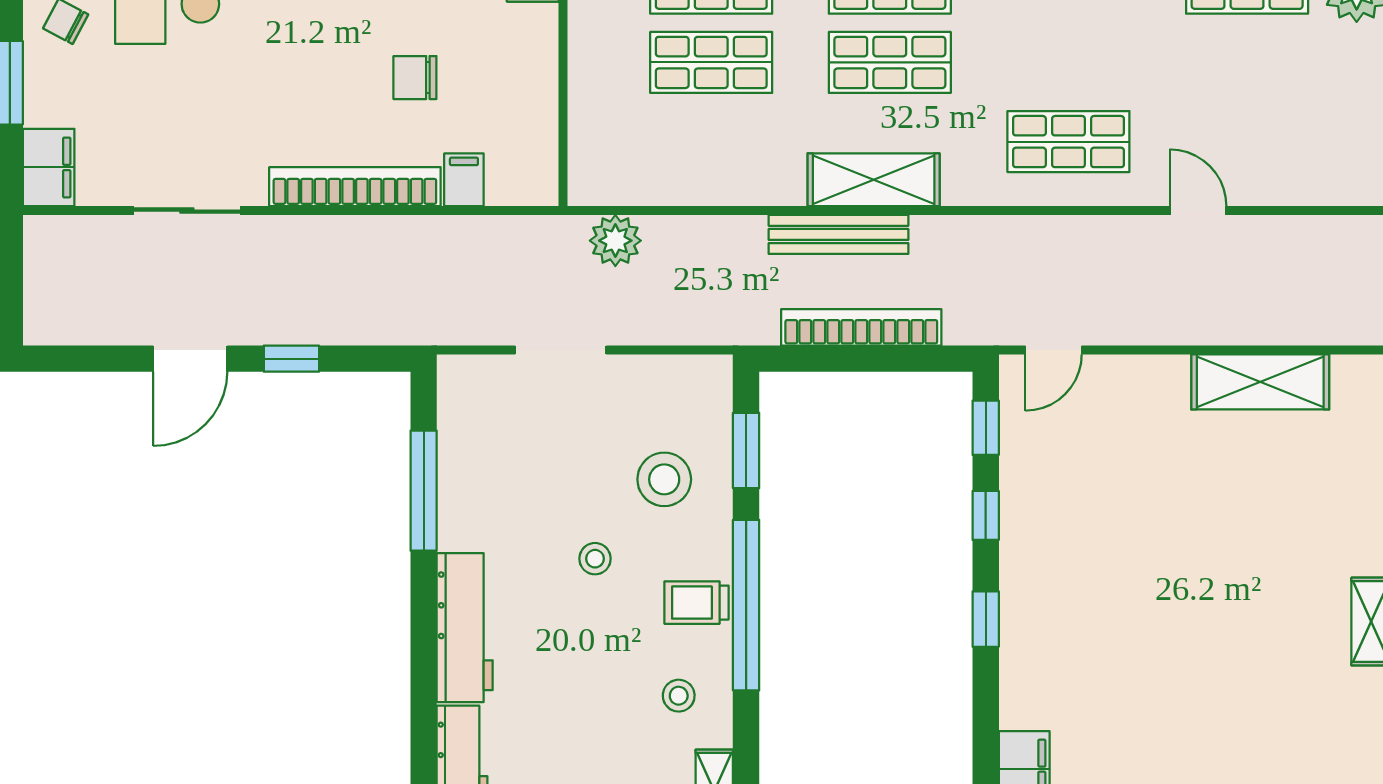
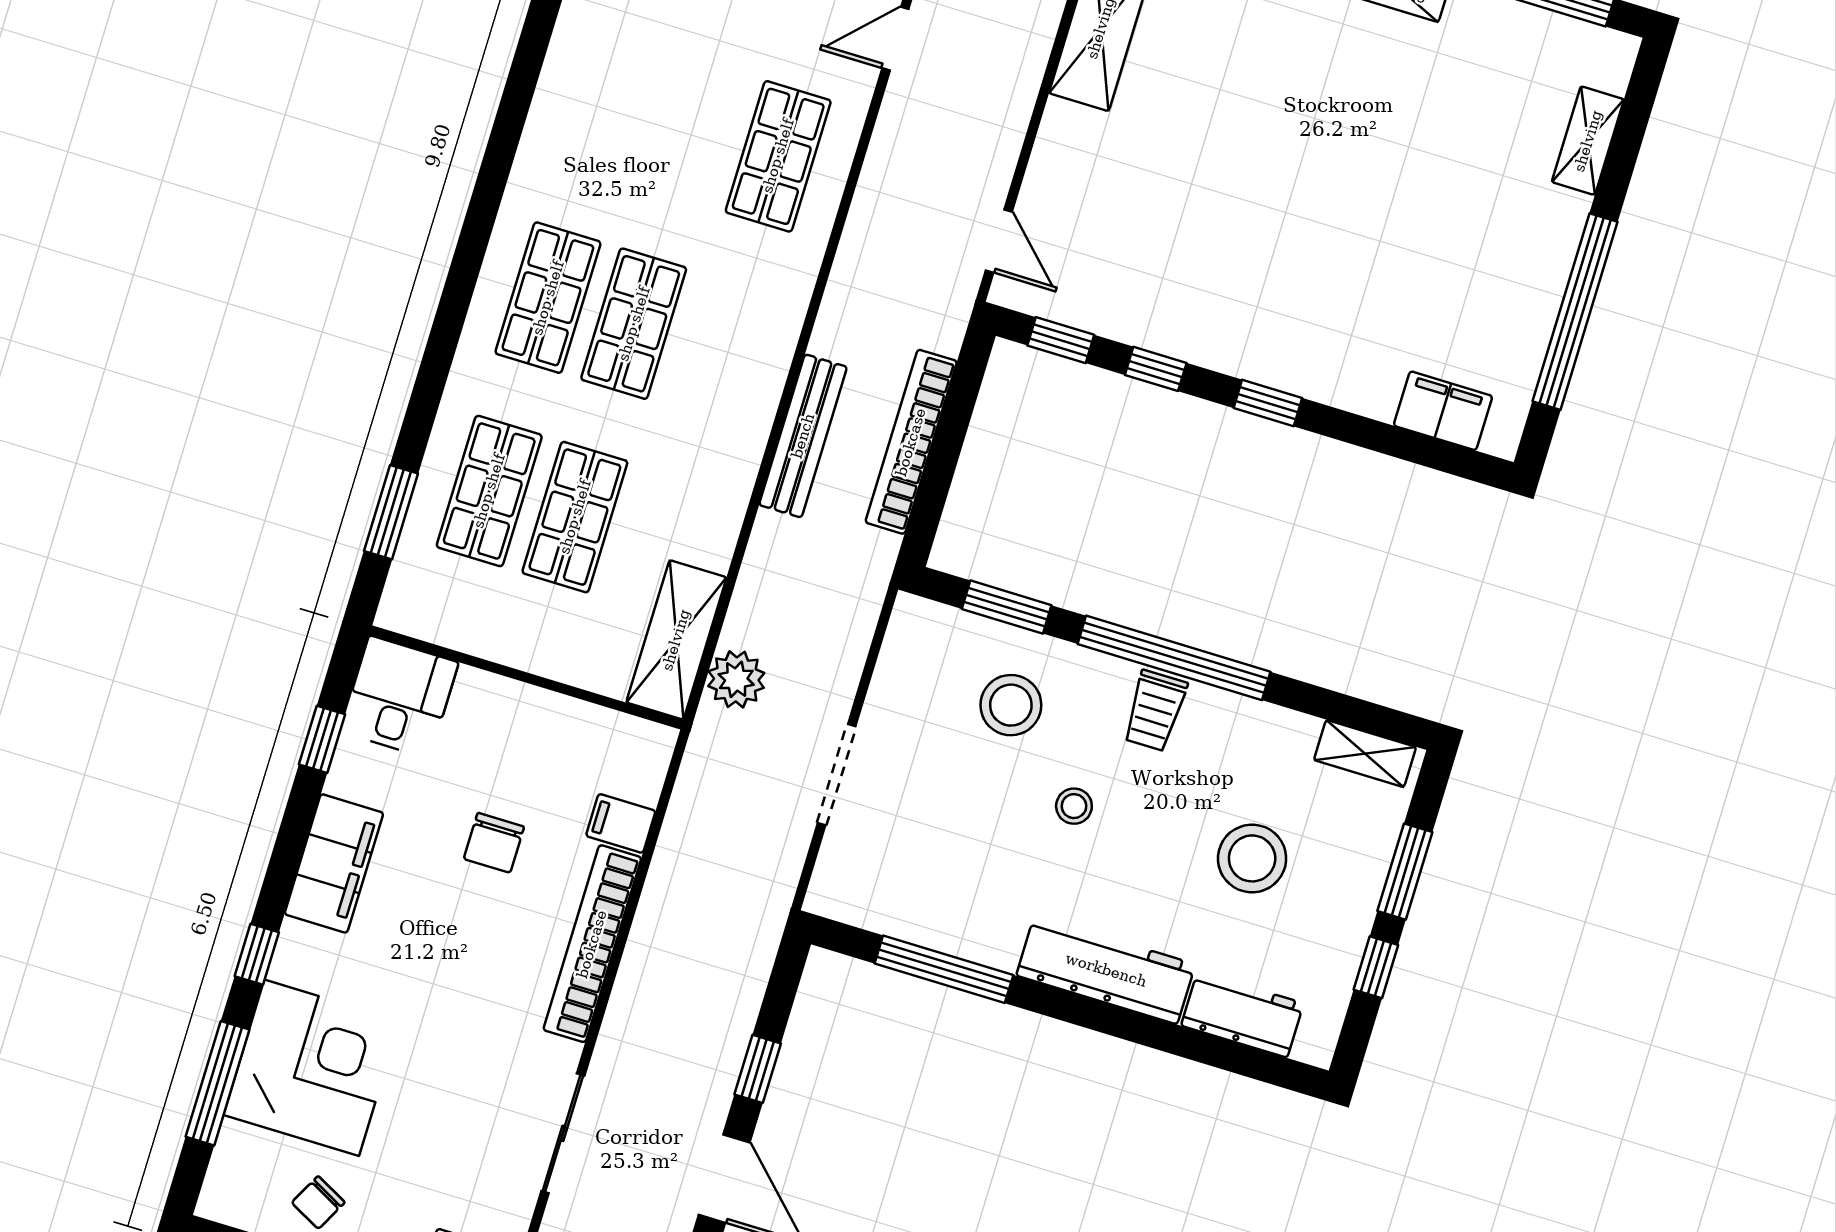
shelving: (874, 180) -> (676, 640), moved
stool: (679, 696) -> (1252, 858), moved, width x1.89, depth x1.89

